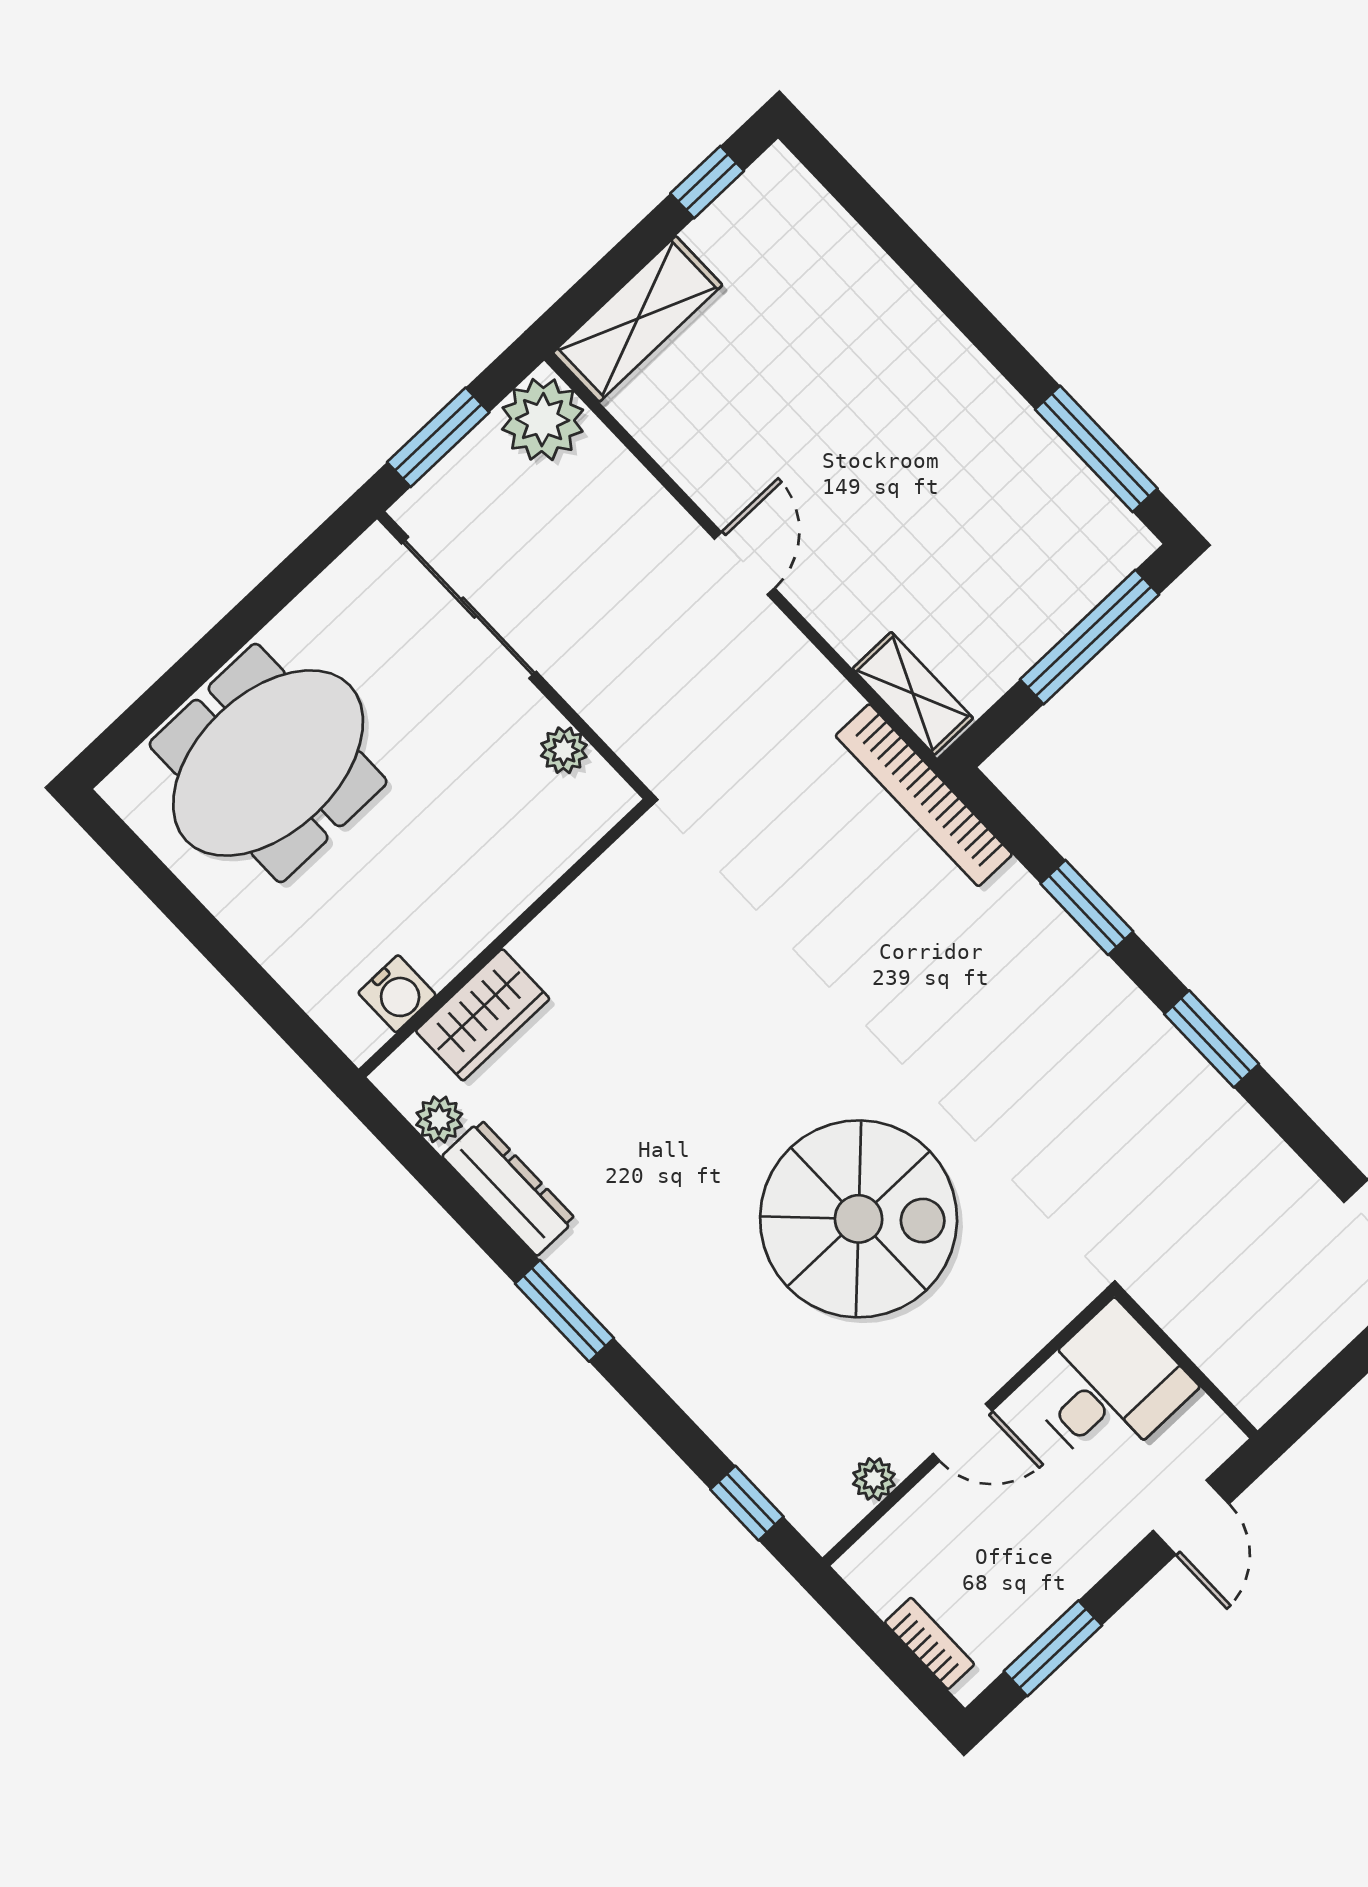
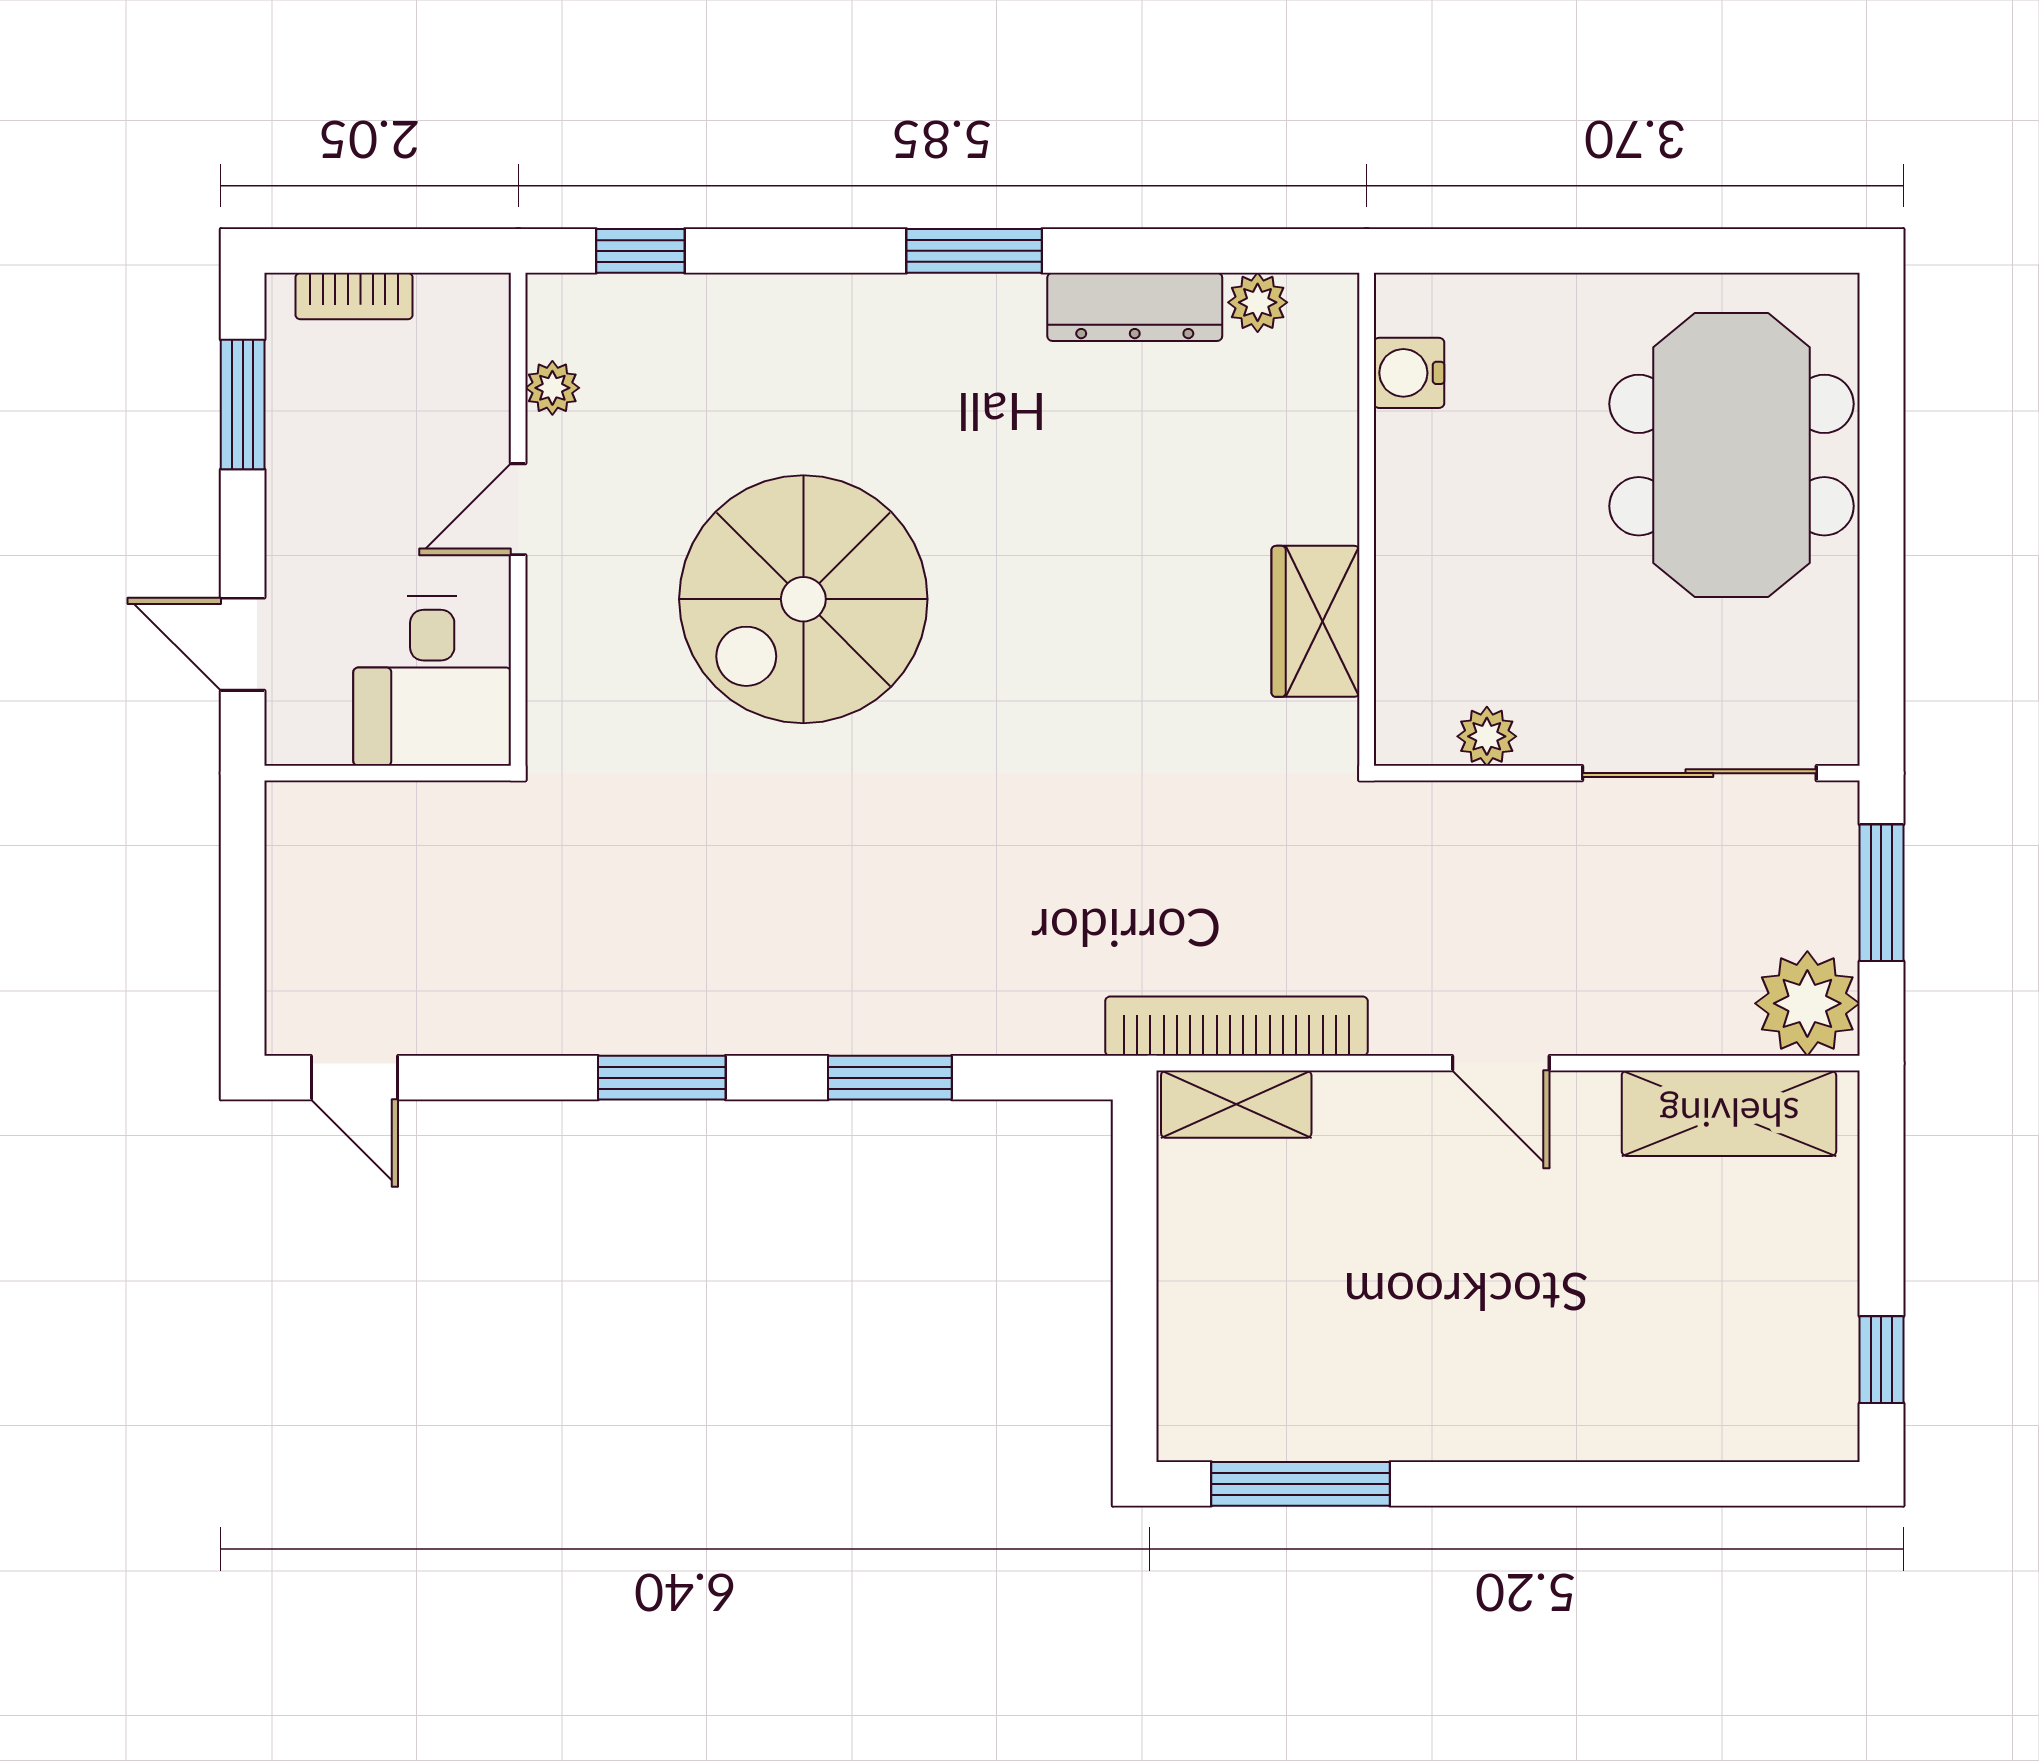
shelving: (638, 319) -> (1729, 1113), moved, turned 90
window: (1090, 637) -> (1135, 1315), removed
bookcase: (924, 795) -> (1236, 1026), moved
wardrobe: (483, 1015) -> (1315, 621), moved

